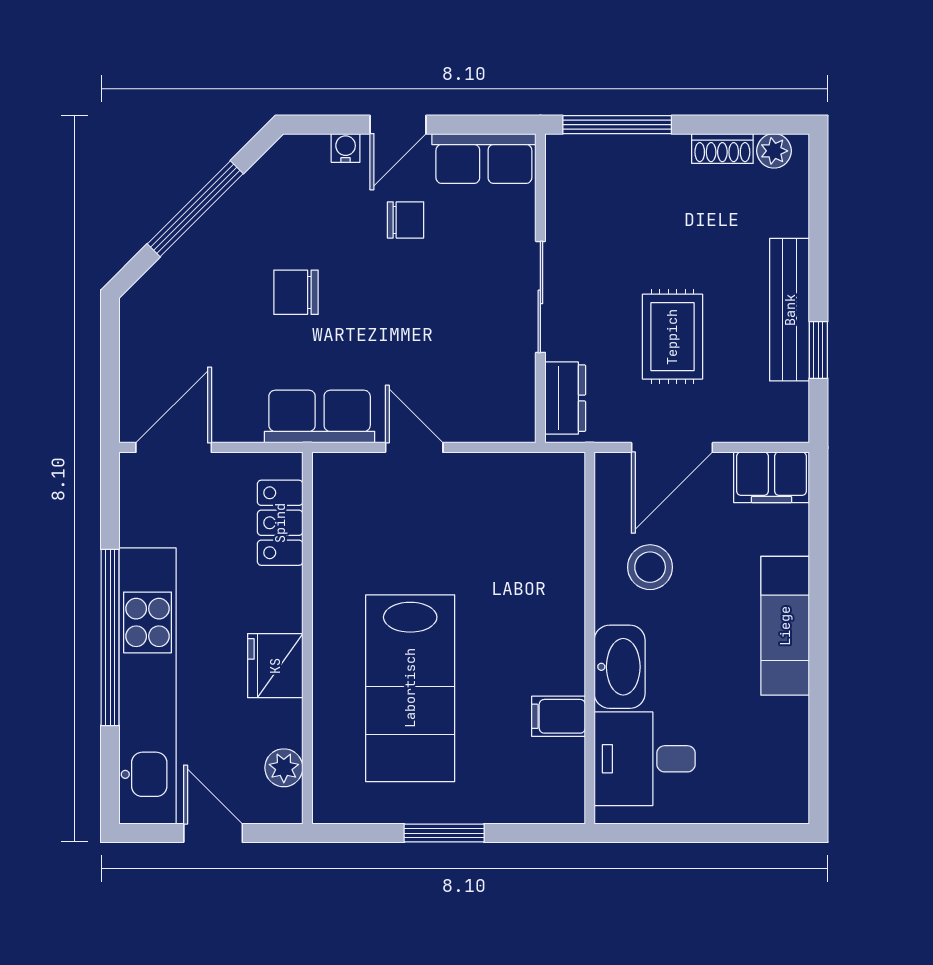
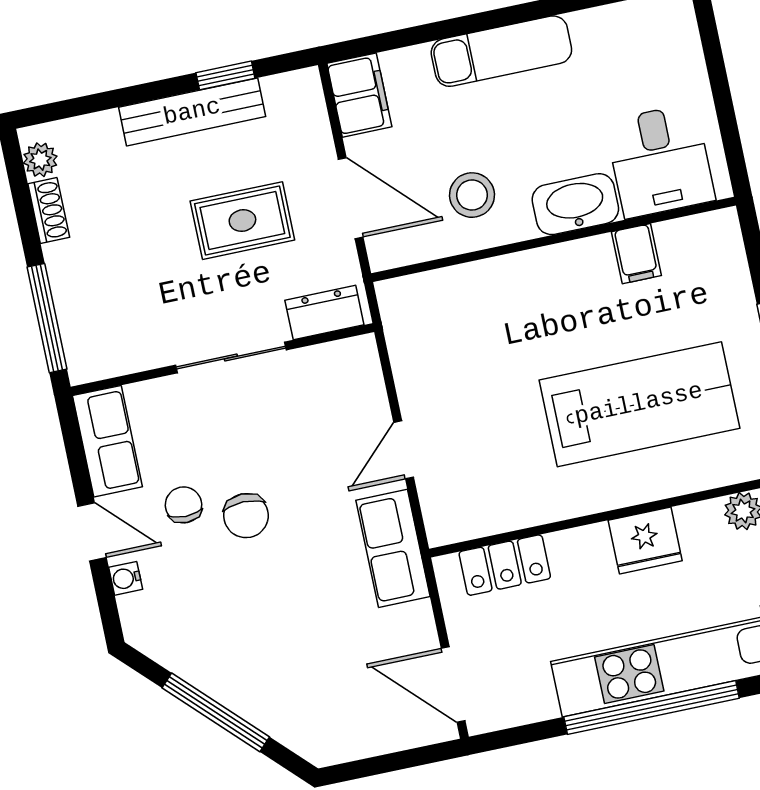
chair: (296, 292) -> (246, 516), moved

